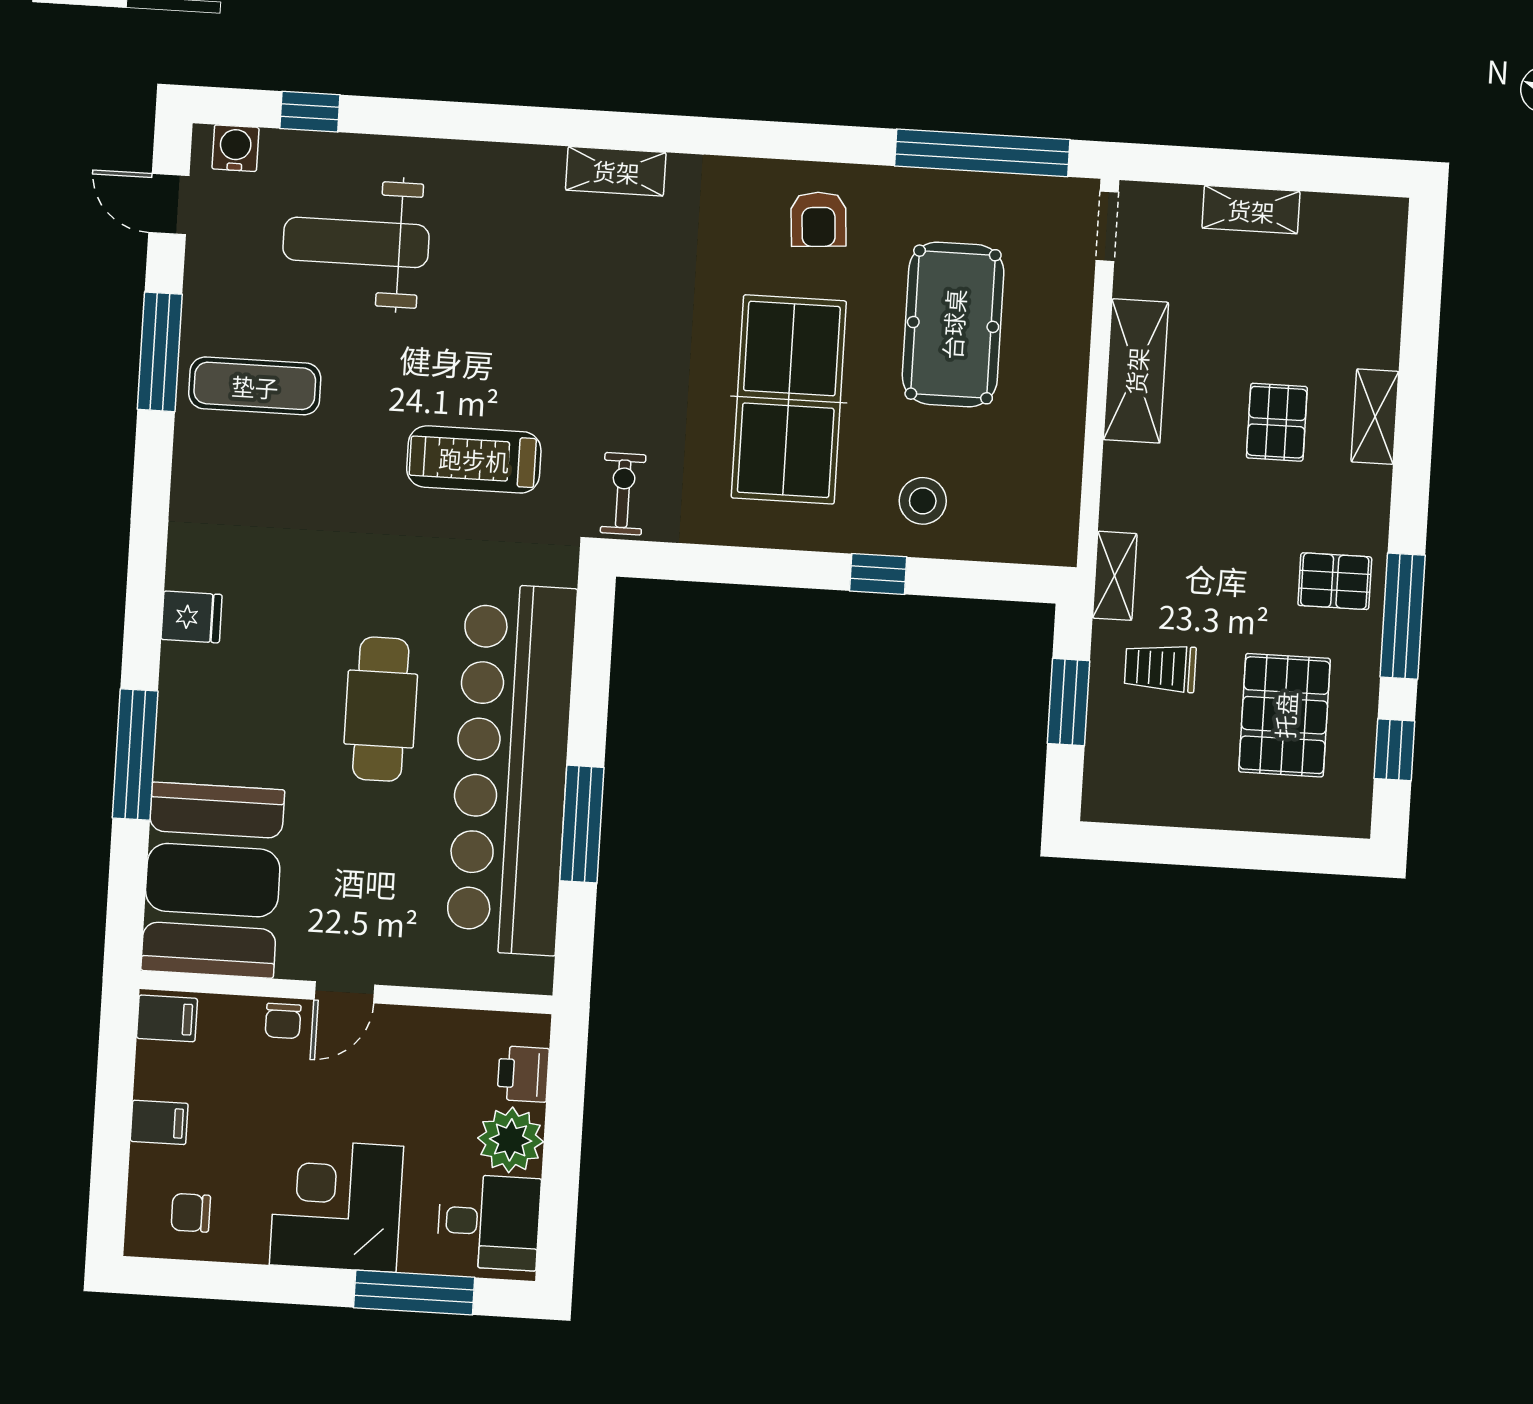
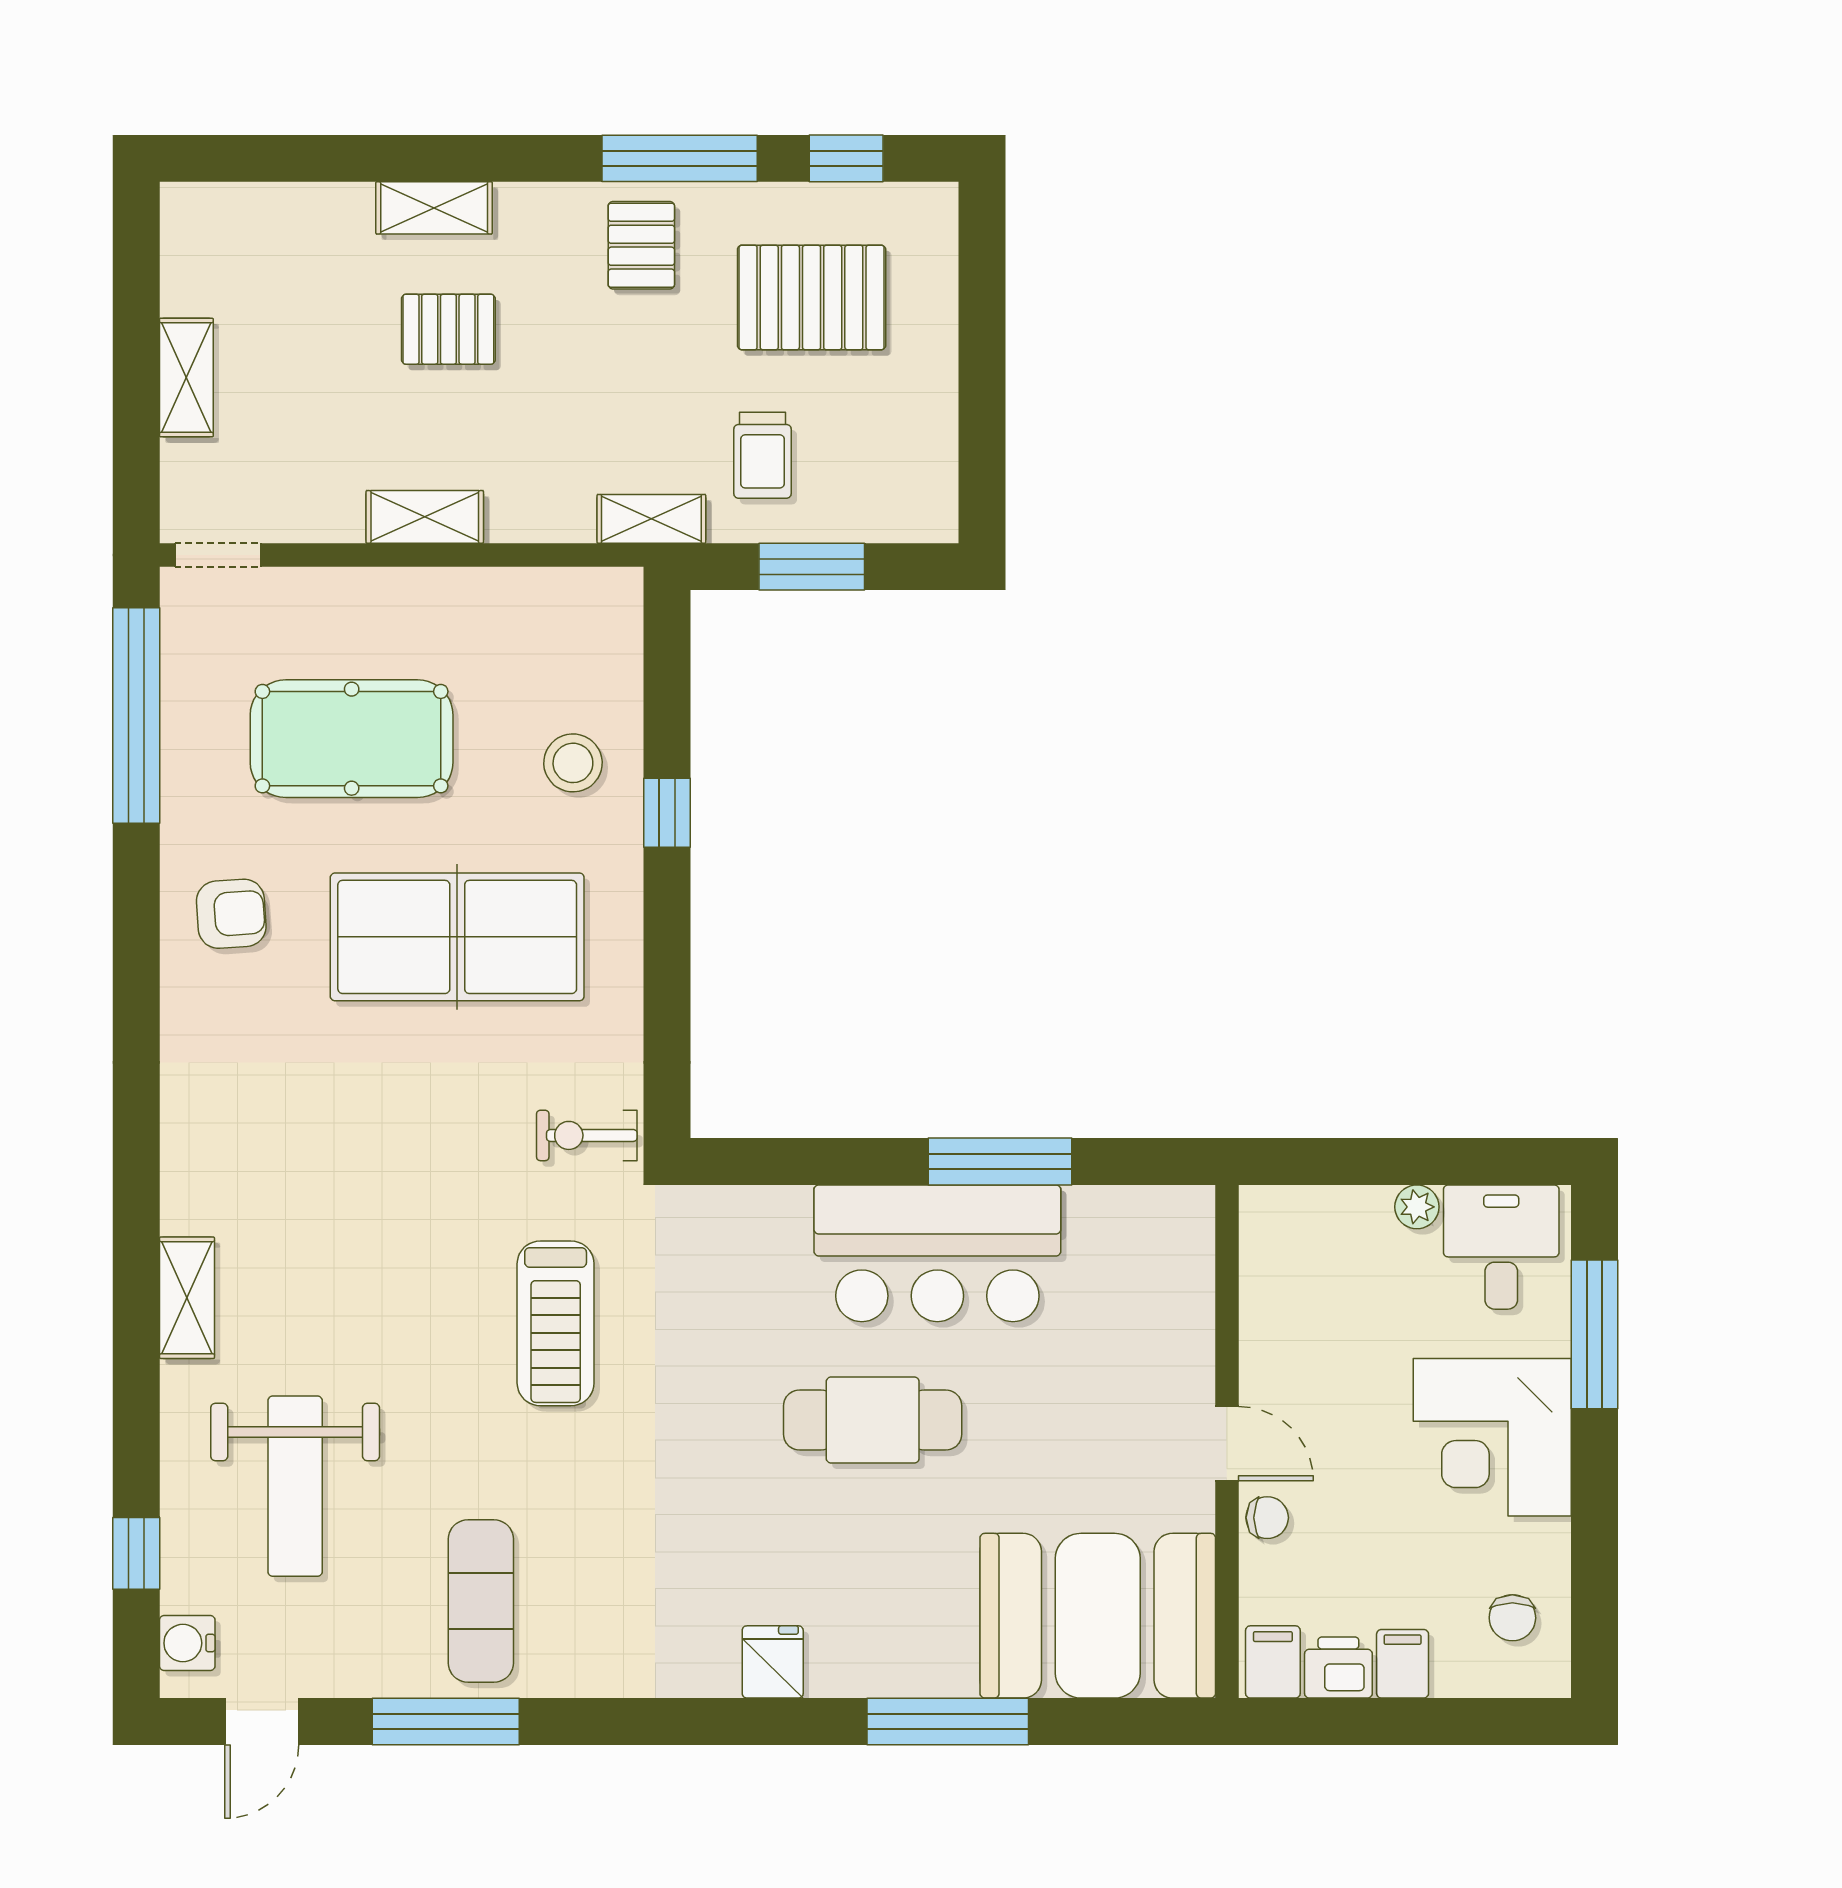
shelving: (616, 171) -> (187, 1298), moved
shelving: (1136, 371) -> (425, 517), width x0.67, depth x0.75
bar counter: (511, 769) -> (937, 1253), width x0.54
printer: (523, 1074) -> (1338, 1668), moved, turned 180
plant: (511, 1140) -> (1417, 1207), width x0.53, depth x0.53

